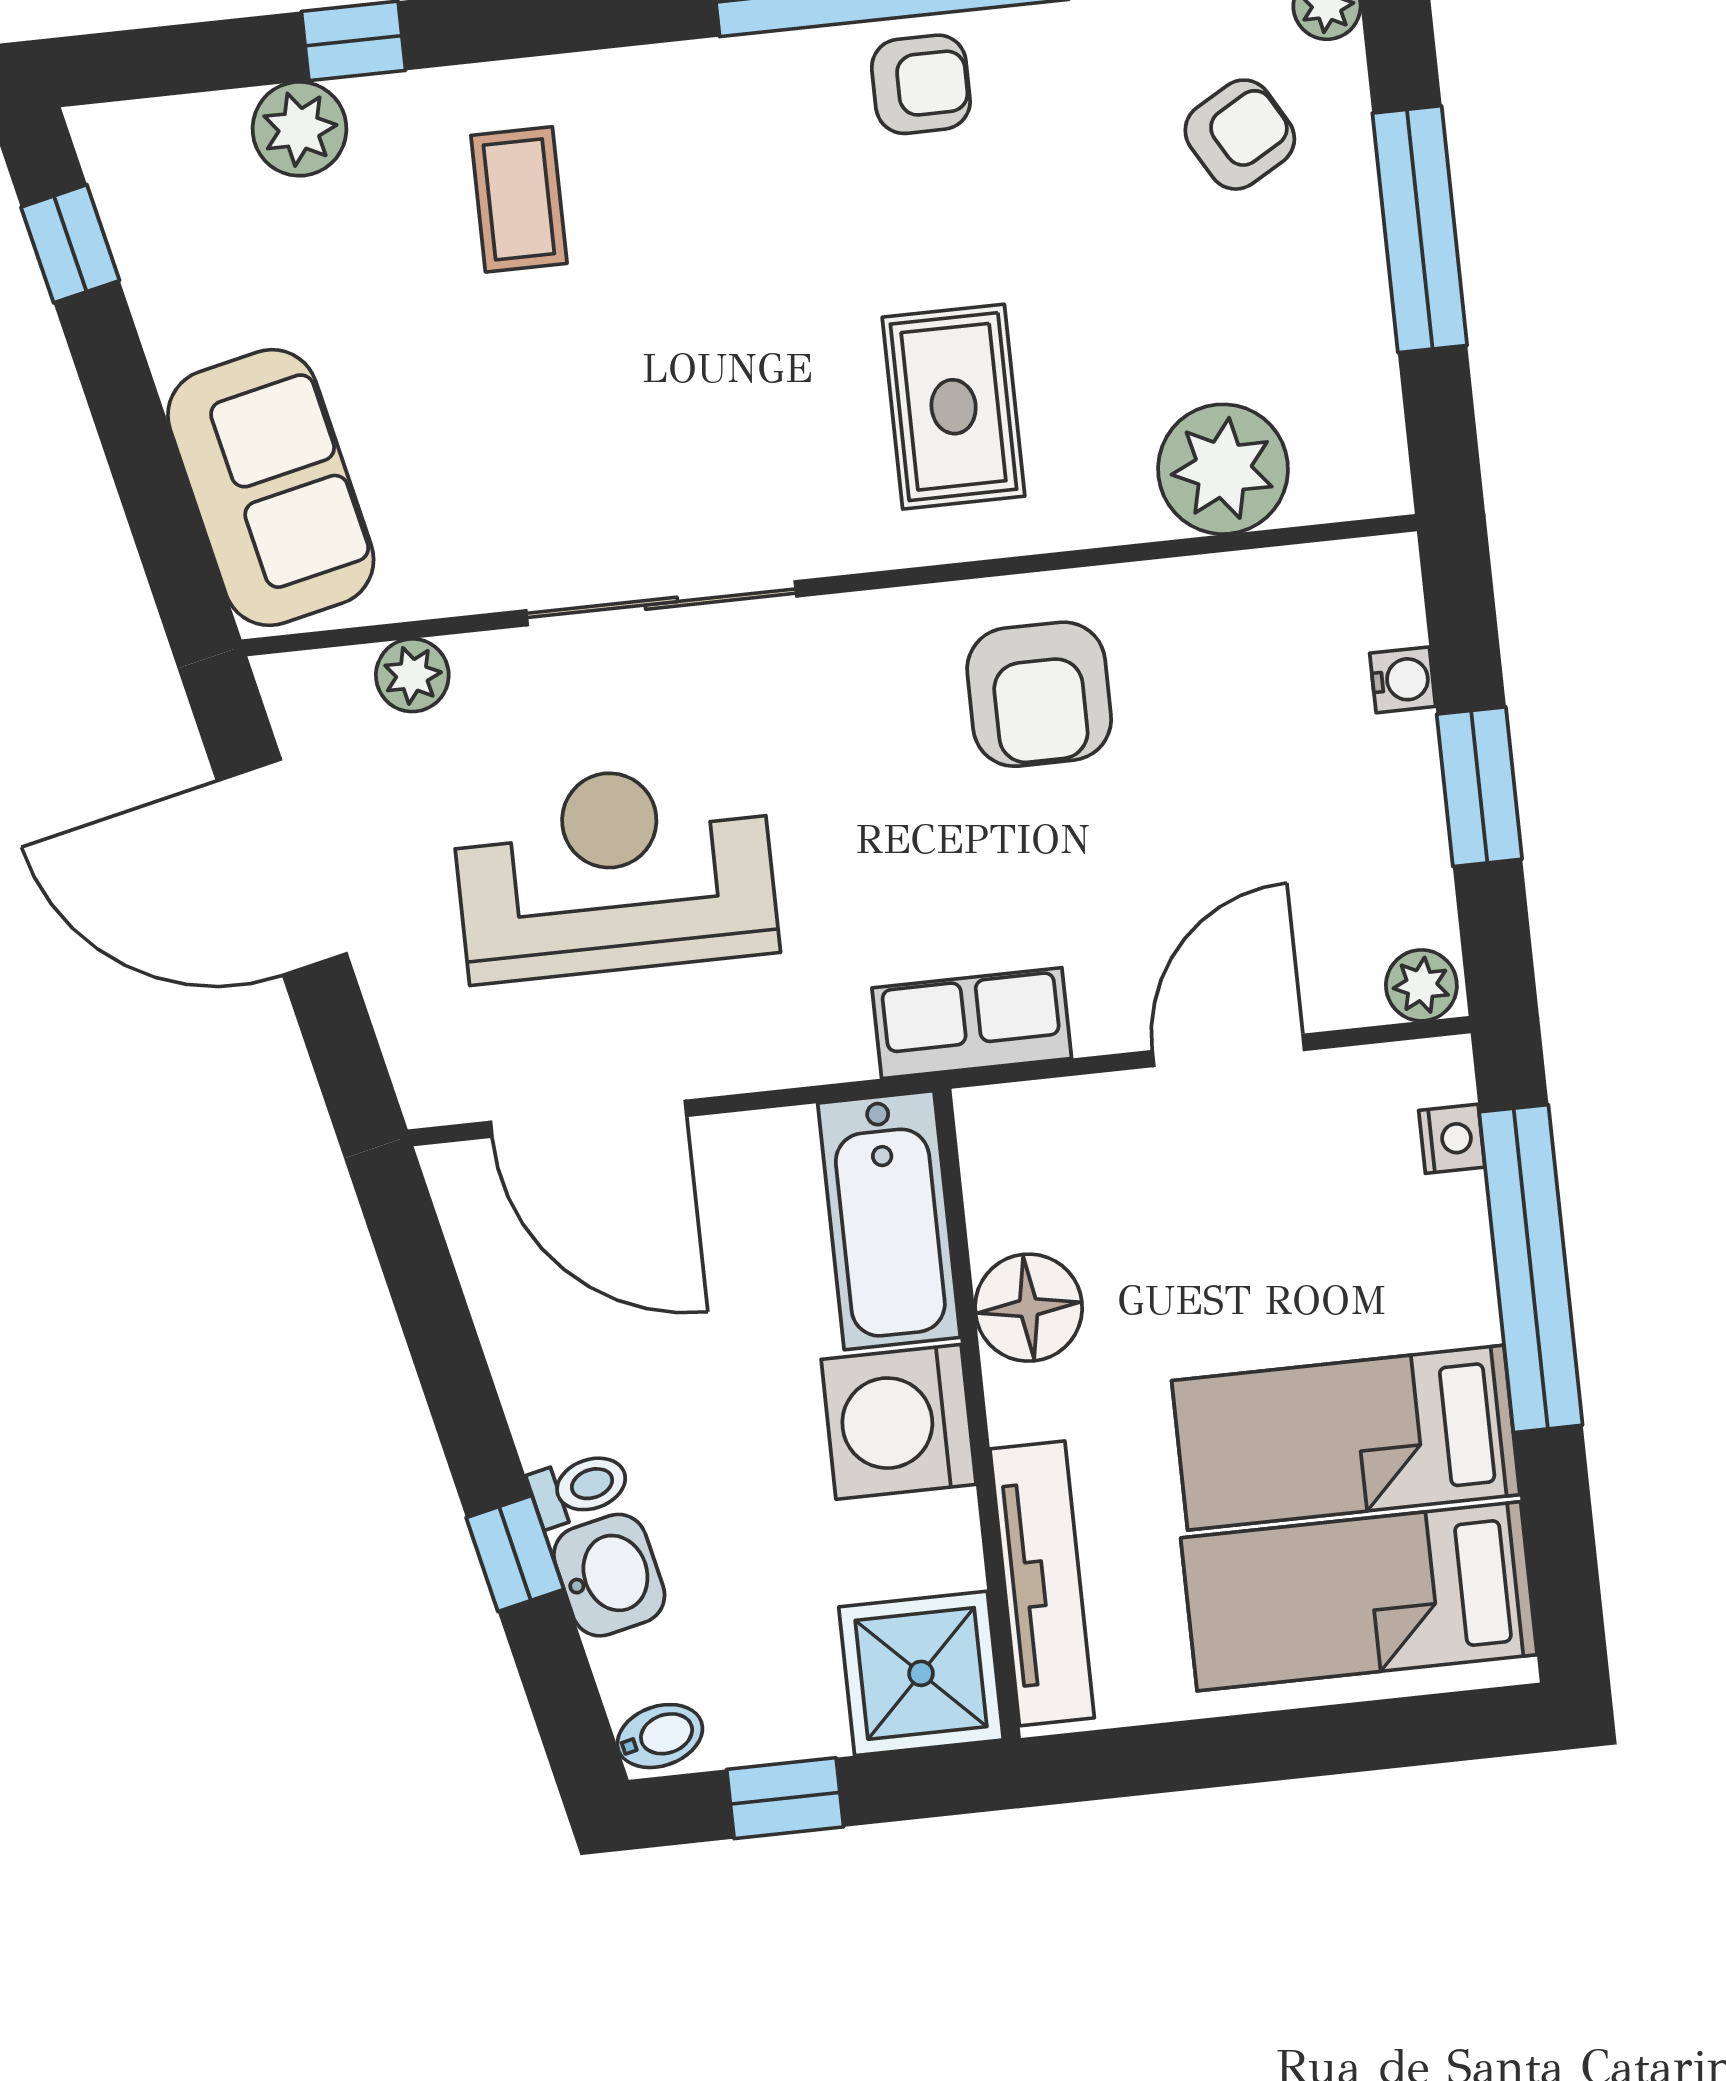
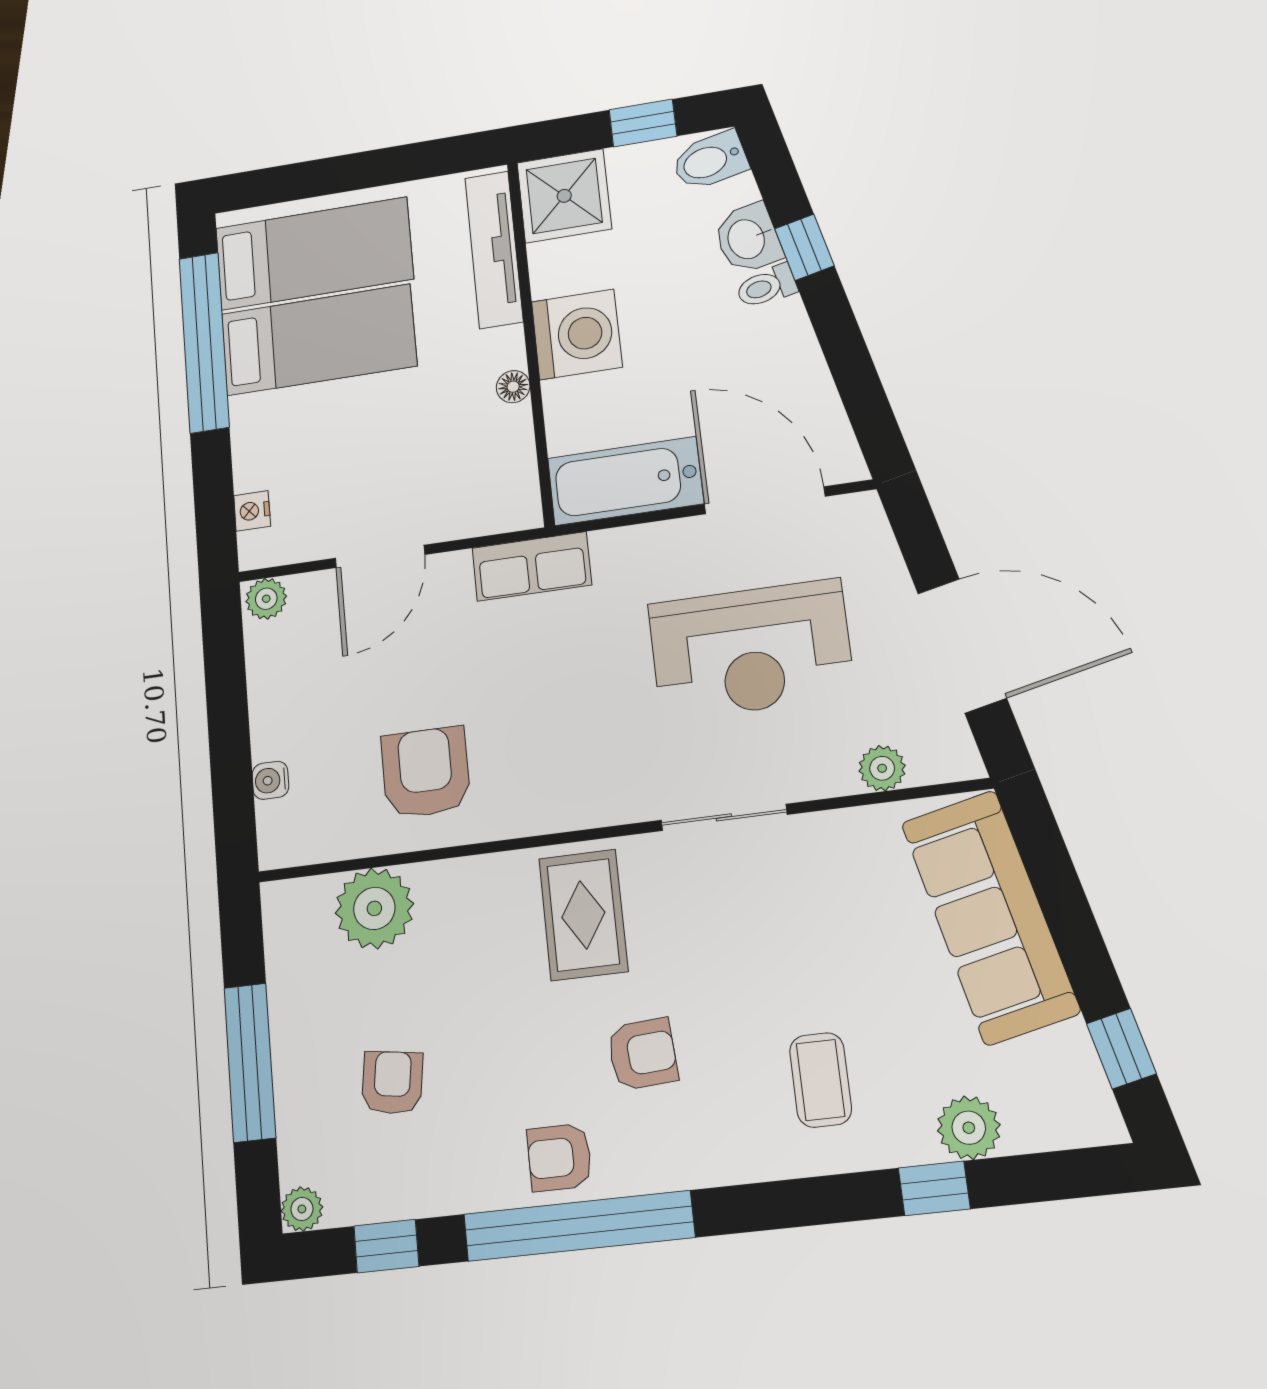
armchair: (1240, 135) -> (392, 1083), moved, turned 128
armchair: (792, 239) -> (643, 1054), added
rug: (954, 407) -> (583, 915), moved
sofa: (271, 488) -> (990, 917), width x1.36
sliding door: (661, 603) -> (724, 817), width x0.73
armchair: (1039, 694) -> (426, 772), moved
window: (1479, 787) -> (228, 717), removed
bathtub: (889, 1220) -> (625, 481), moved, turned -90
window: (1531, 1269) -> (204, 342), moved
floor lamp: (1029, 1308) -> (513, 387), width x0.53, depth x0.53
bidet: (660, 1736) -> (710, 161), width x1.38, depth x1.36

